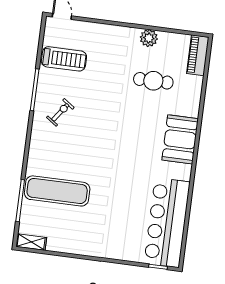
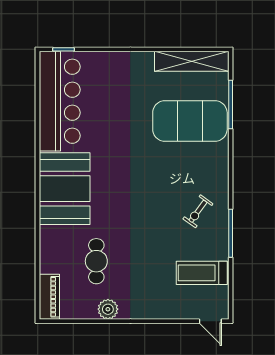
cafe table: (153, 81) -> (96, 261), turned 90
booth: (180, 139) -> (65, 189), width x1.36, depth x1.42
exercise mat: (57, 191) -> (190, 121), width x1.47
shelving: (31, 242) -> (192, 61), width x2.20, depth x1.33

